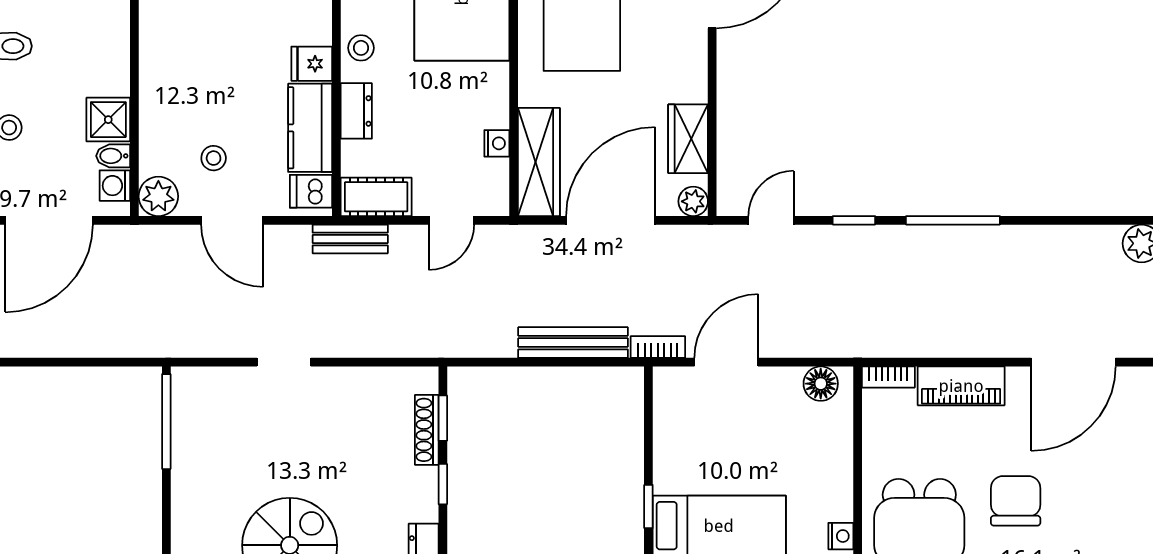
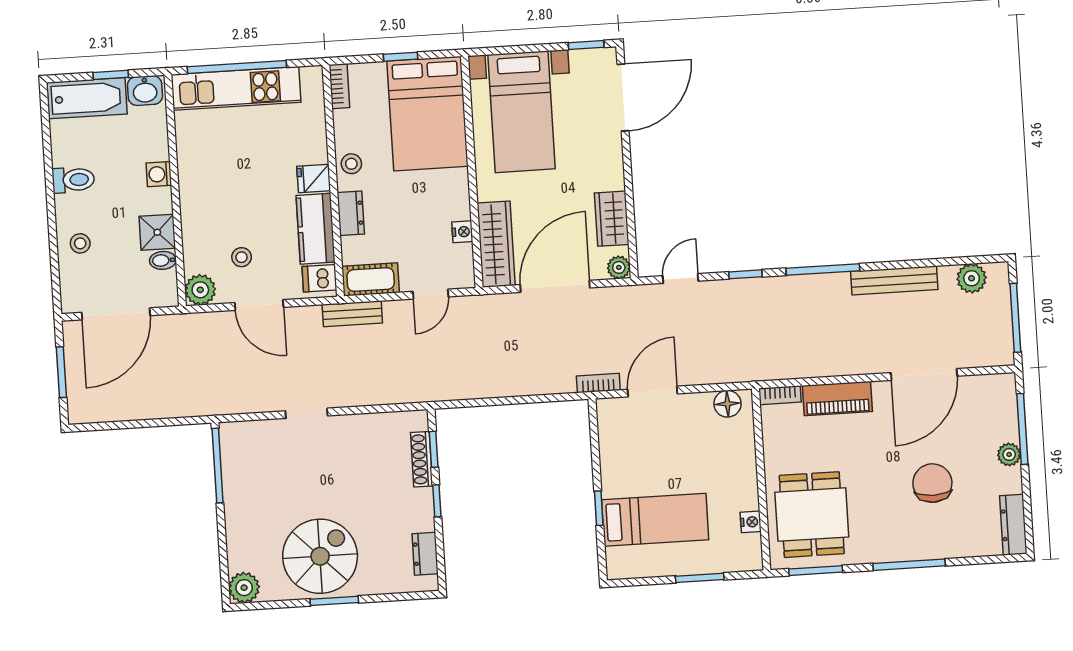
washing machine: (115, 186) -> (159, 174), moved
bench: (573, 343) -> (894, 280), moved
chair: (1016, 501) -> (932, 483), moved

